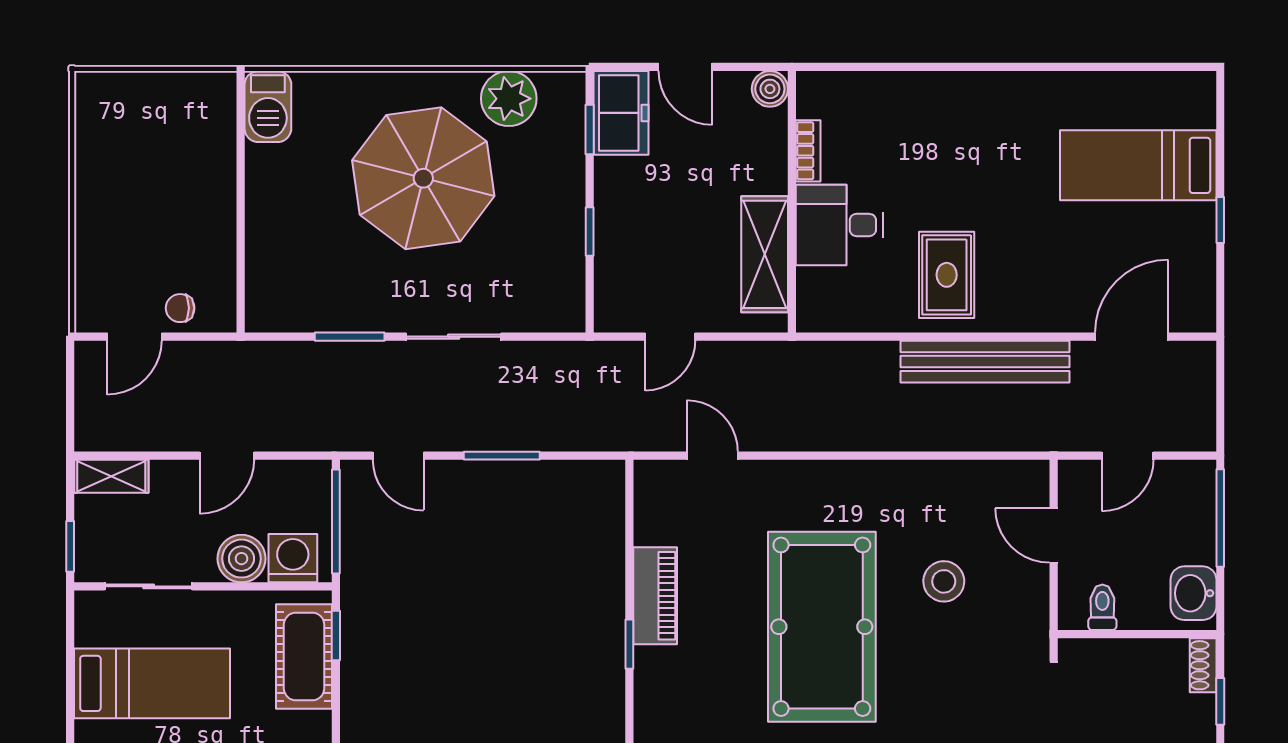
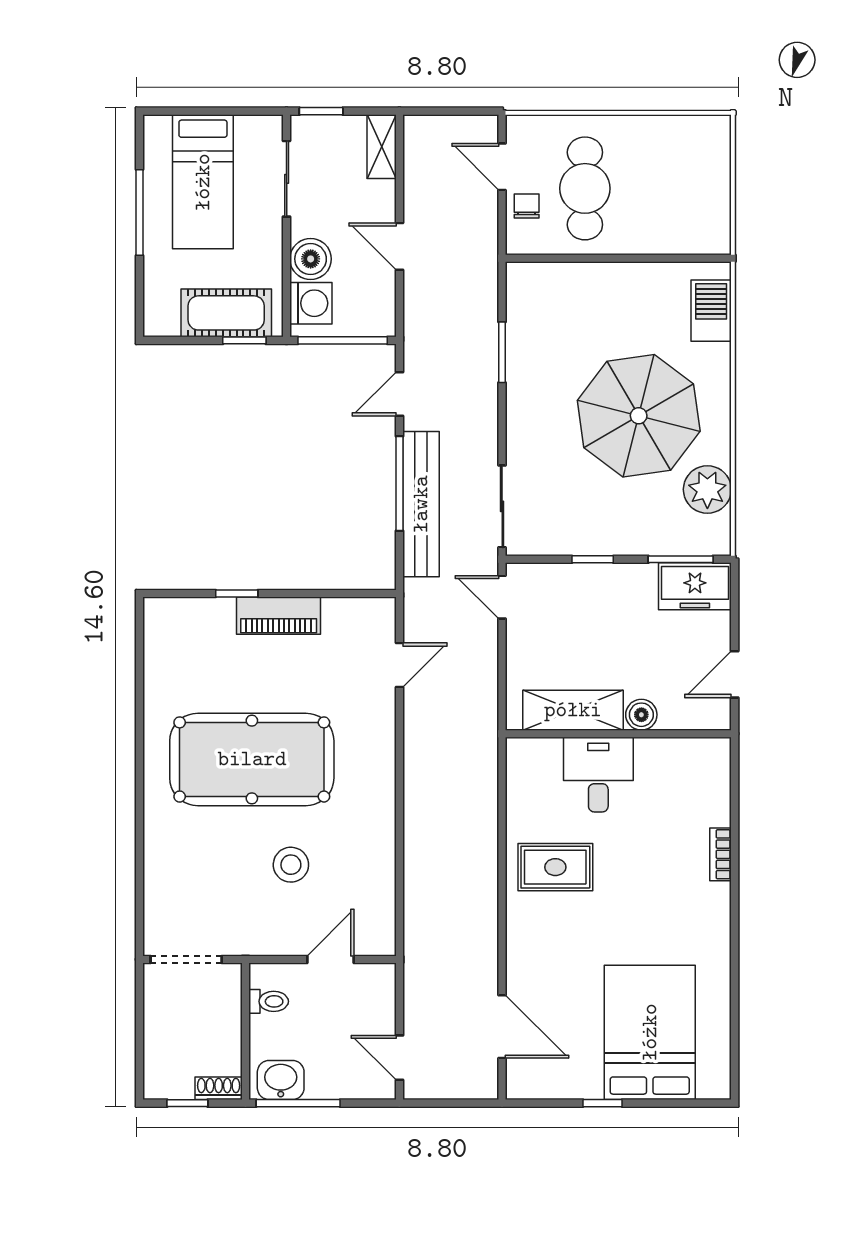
door: (685, 67) -> (735, 674), moved
boiler: (770, 89) -> (641, 715), moved
barbecue: (268, 107) -> (711, 311), moved, turned 90
window: (590, 129) -> (681, 559), width x1.50
bookcase: (808, 151) -> (721, 854), moved, turned 90
bed: (1138, 165) -> (650, 1032), width x1.50
cafe table: (160, 240) -> (585, 188), added
sliding door: (454, 337) -> (502, 506), moved
door: (670, 337) -> (502, 597), moved
bench: (985, 362) -> (421, 504), moved
window: (502, 456) -> (399, 483), width x1.44
door: (1128, 456) -> (399, 1058), moved
window: (1220, 518) -> (298, 1103), moved

